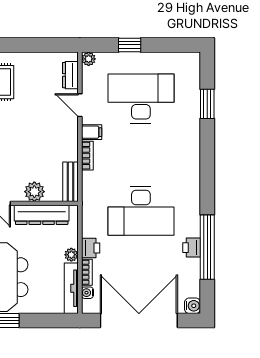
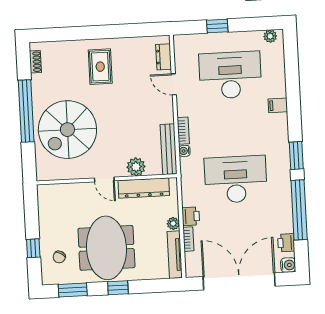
plant: (89, 59) -> (270, 36), moved
window: (207, 104) -> (296, 156), moved
filing cabinet: (92, 132) -> (278, 105), moved, turned 180
bench: (70, 182) -> (169, 149), width x1.36
desk: (141, 211) -> (236, 179), turned 180
printer: (192, 248) -> (286, 243), moved
water cooler: (87, 293) -> (184, 151), moved

